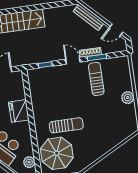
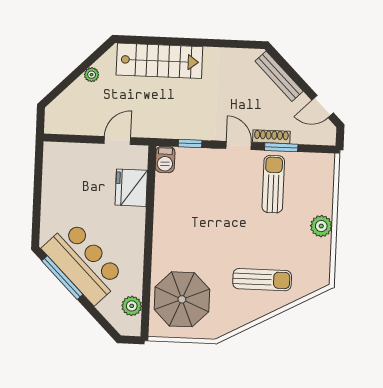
barbecue: (33, 76) -> (165, 160), added
fridge: (19, 111) -> (131, 188), moved
sun lounger: (66, 125) -> (262, 280), moved

